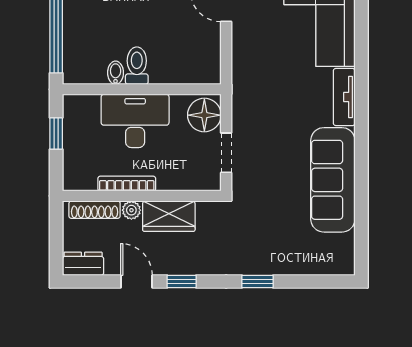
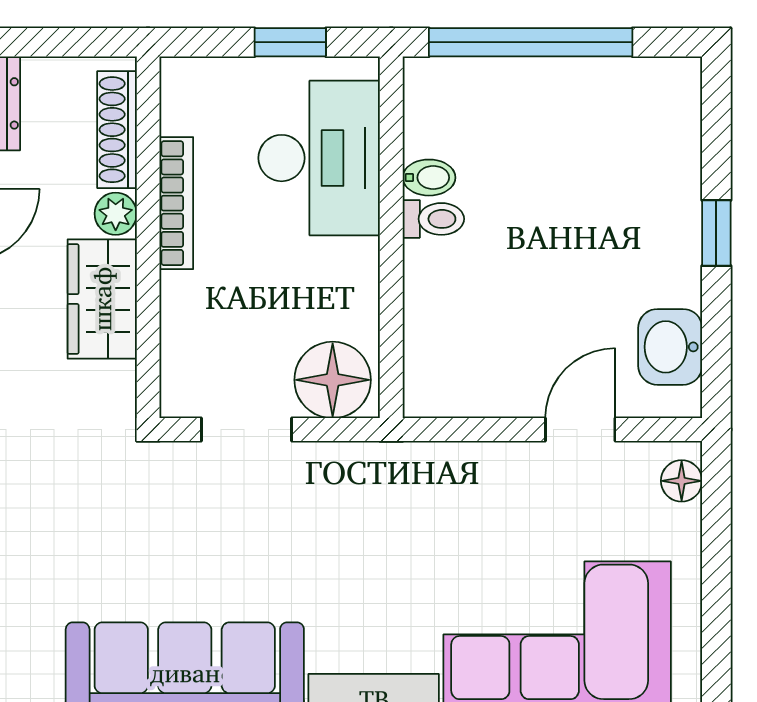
toilet: (137, 66) -> (433, 219), width x0.73, depth x0.72
desk: (135, 121) -> (319, 158), moved

